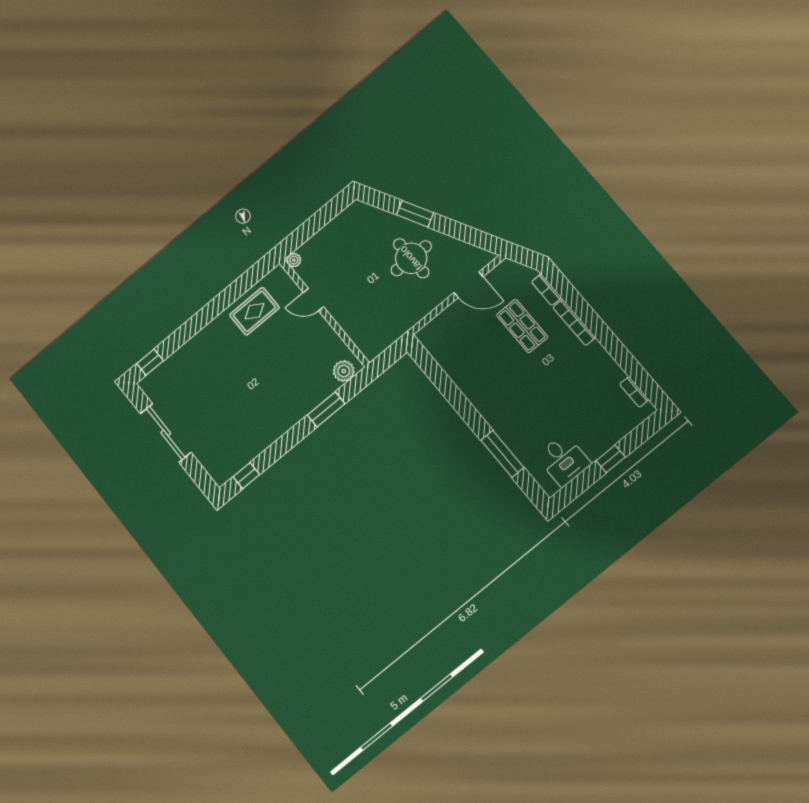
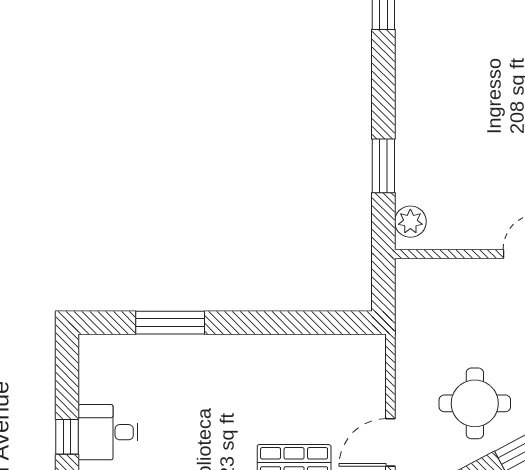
desk: (564, 460) -> (108, 432), moved

